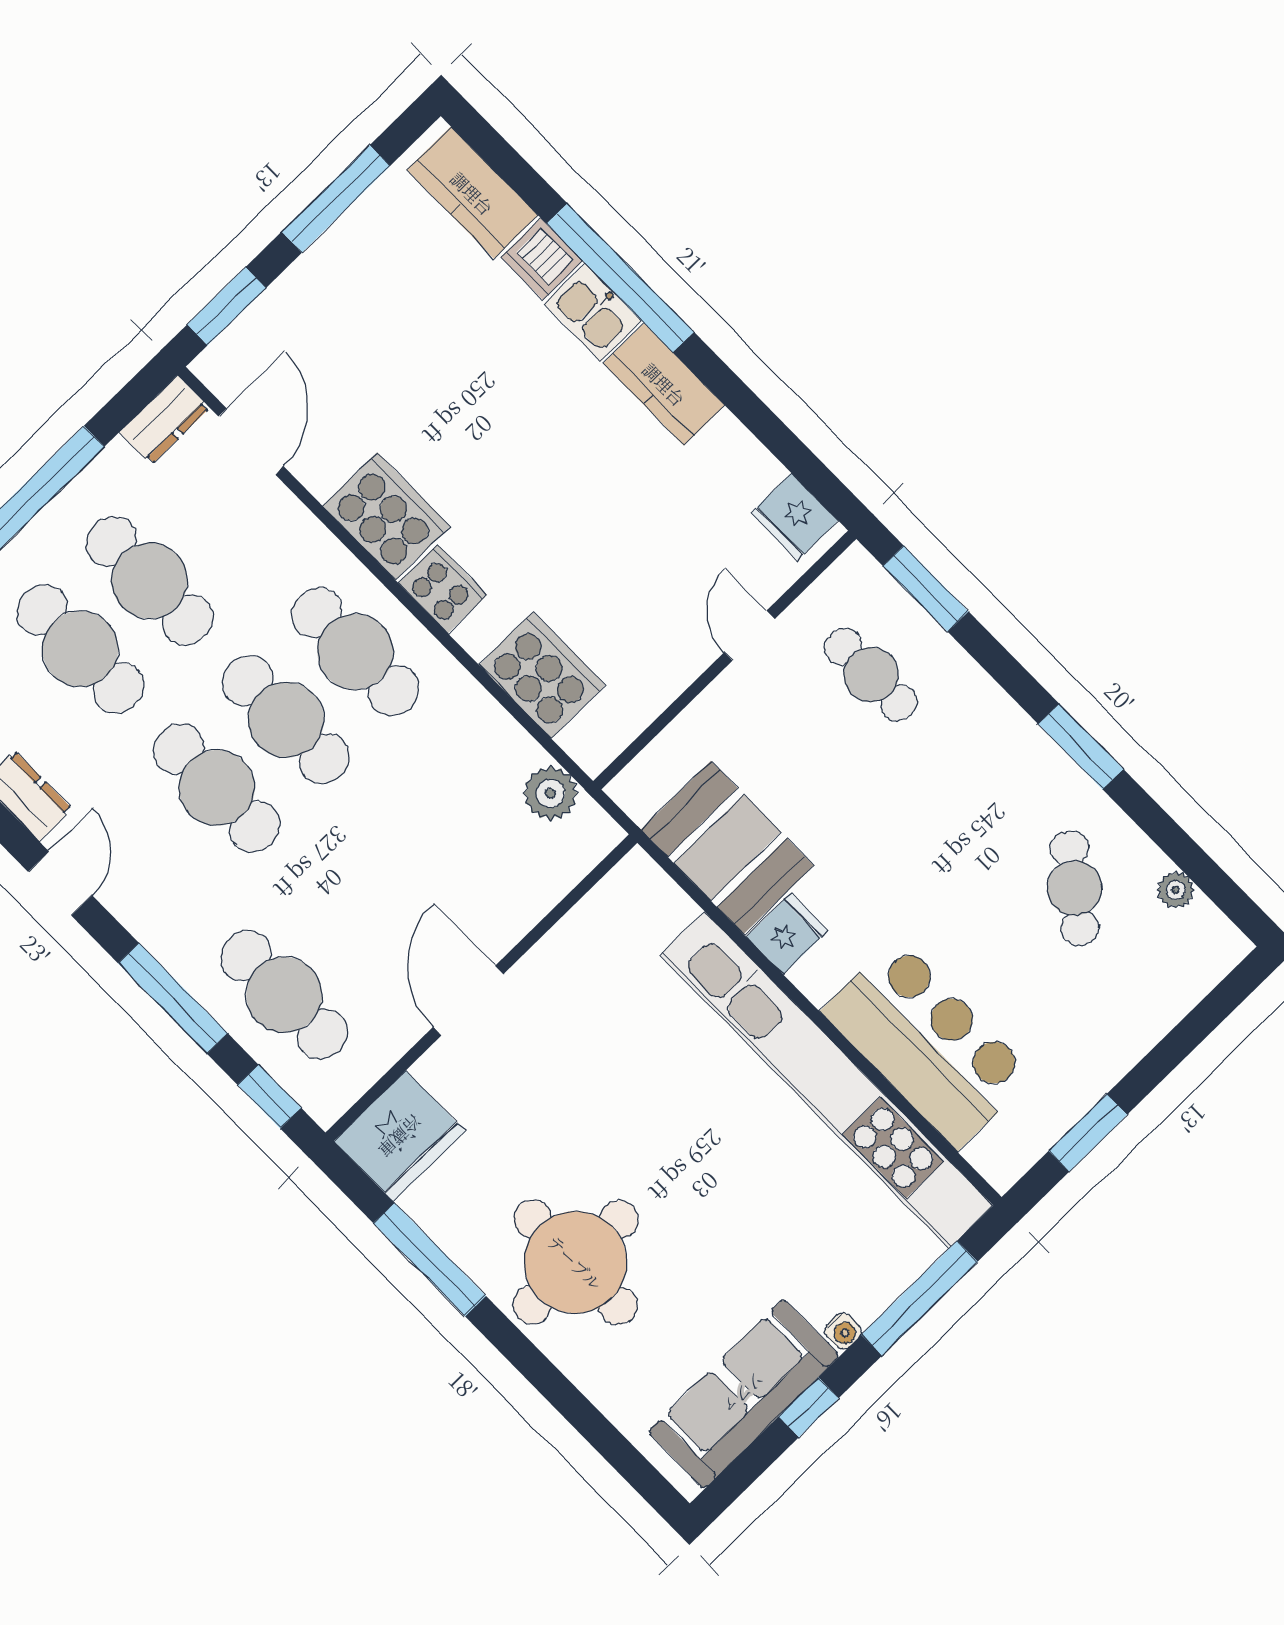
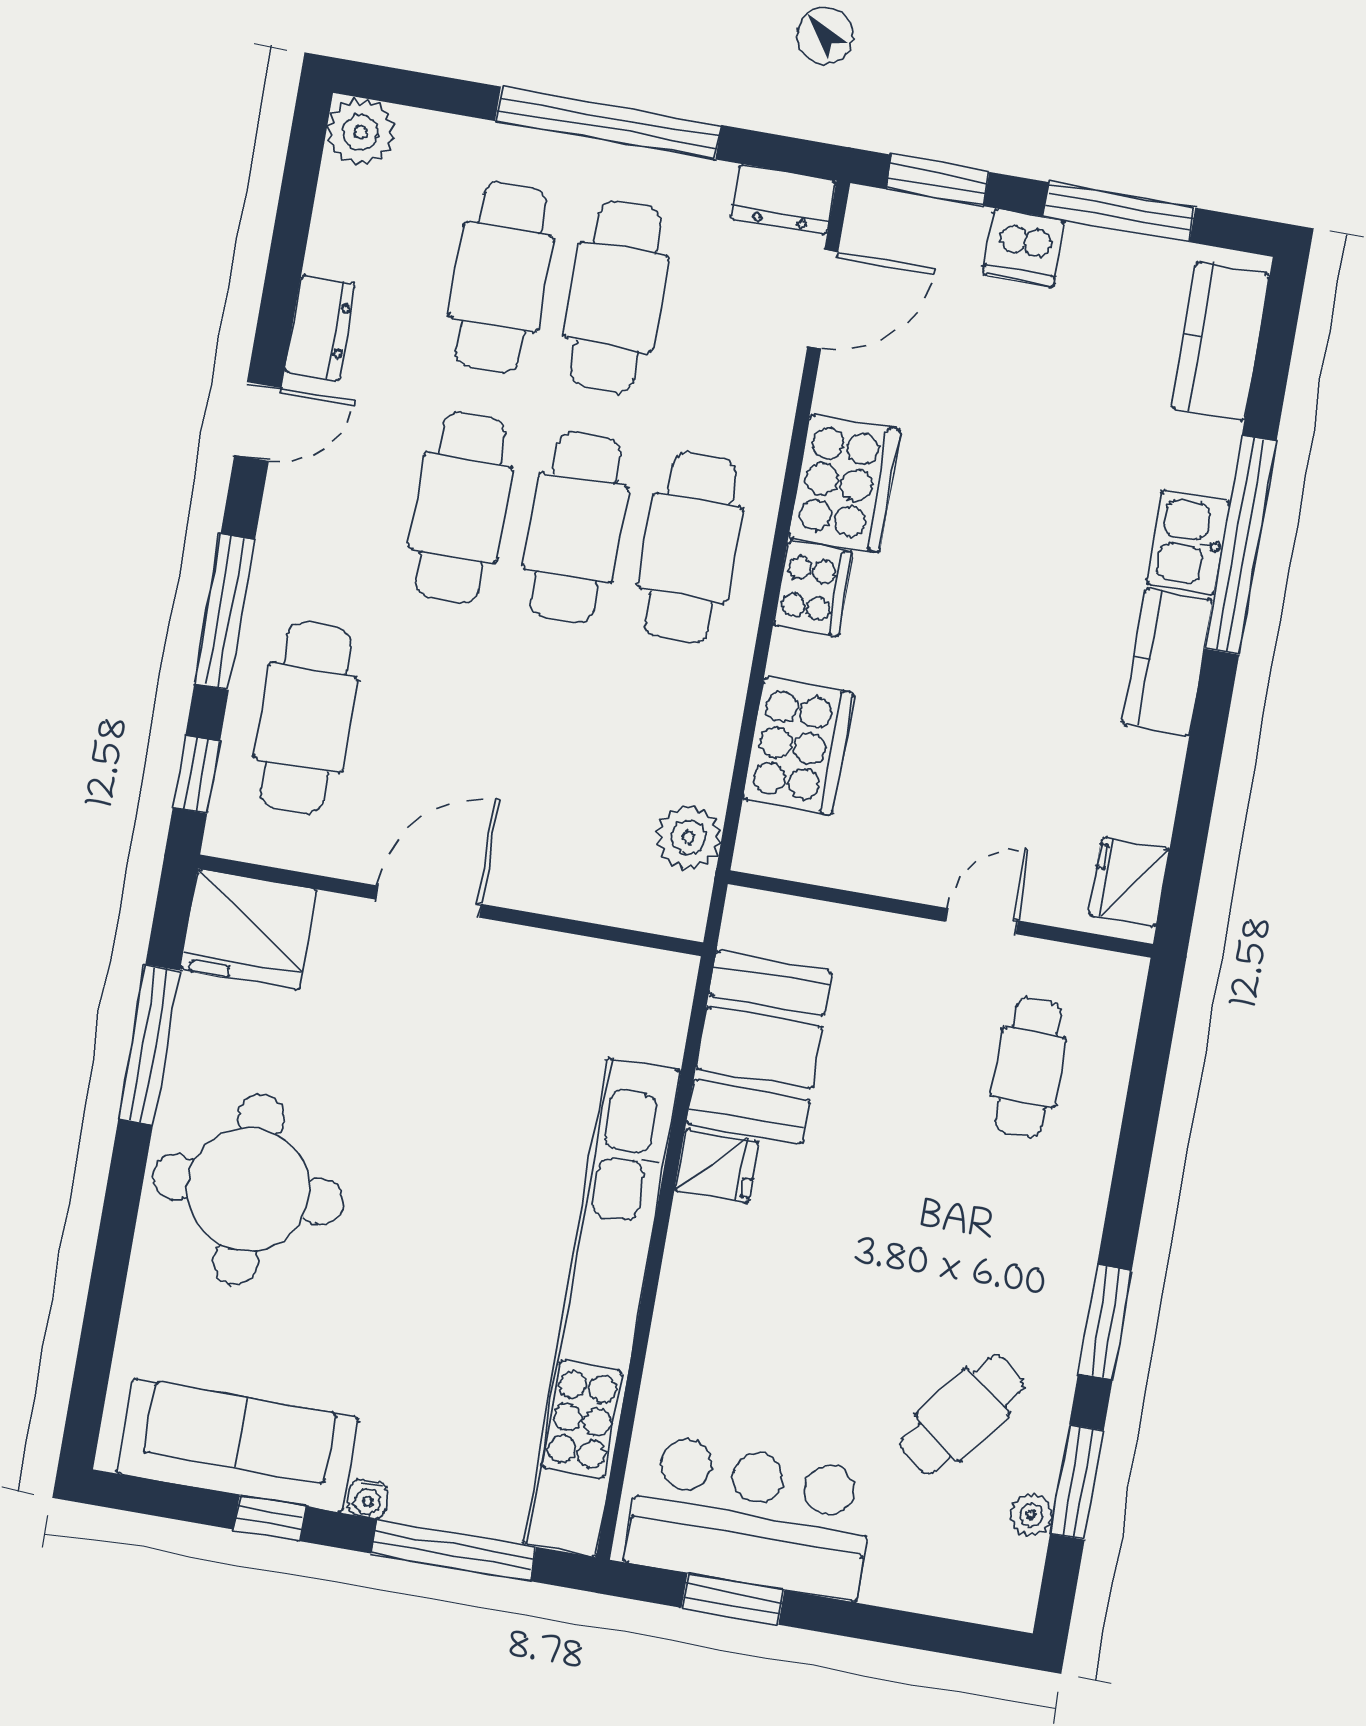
dishwasher: (542, 259) -> (1024, 247), moved, turned -90
window: (926, 589) -> (1077, 1482), moved
bar counter: (927, 1043) -> (751, 1518), moved, turned -90

